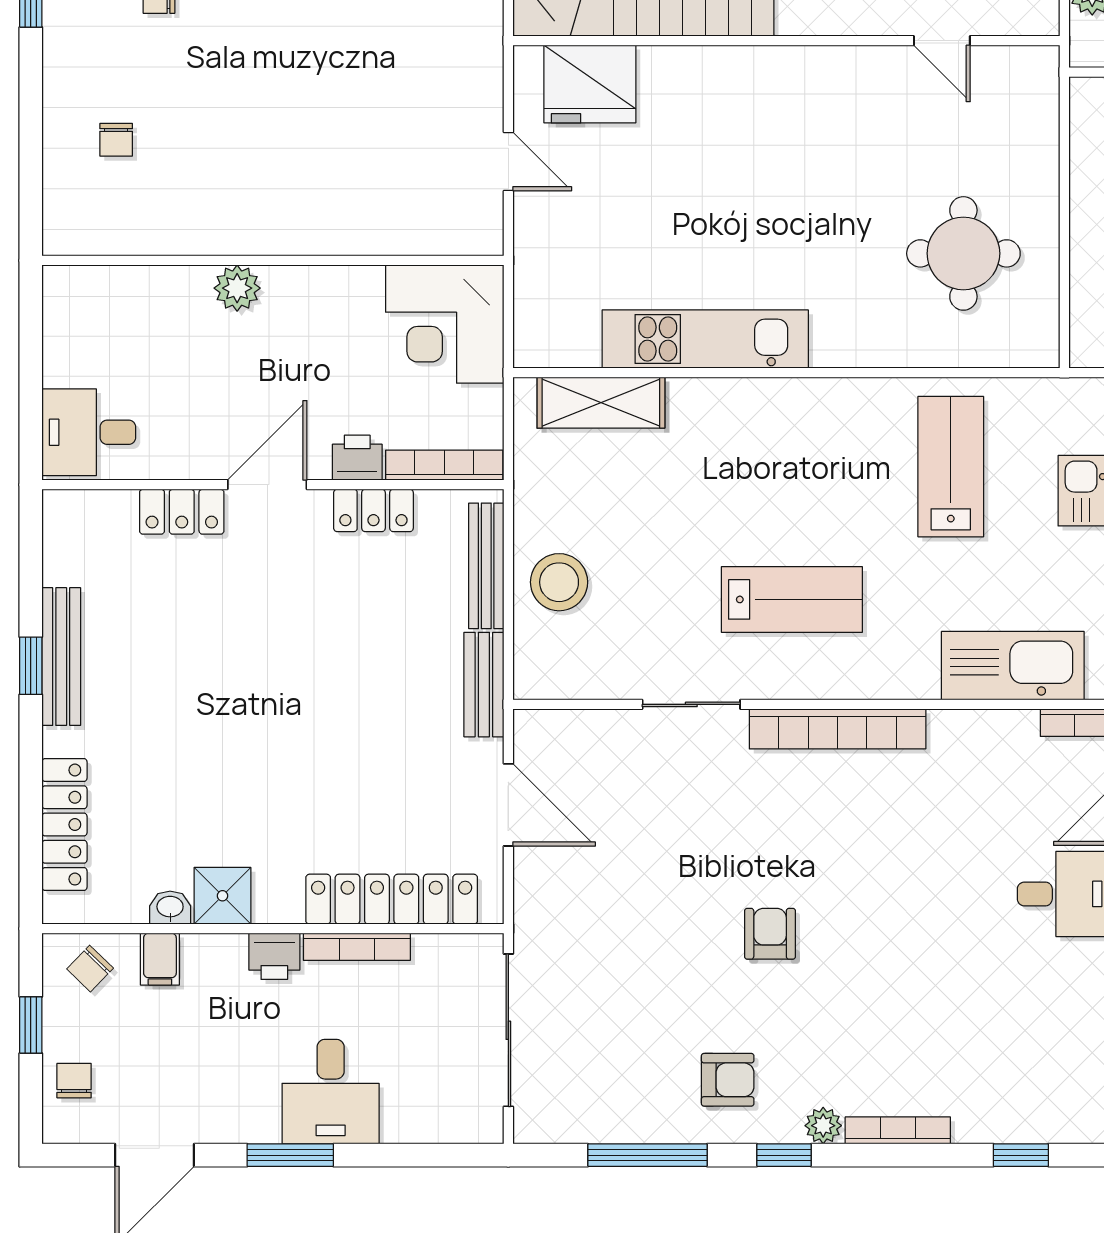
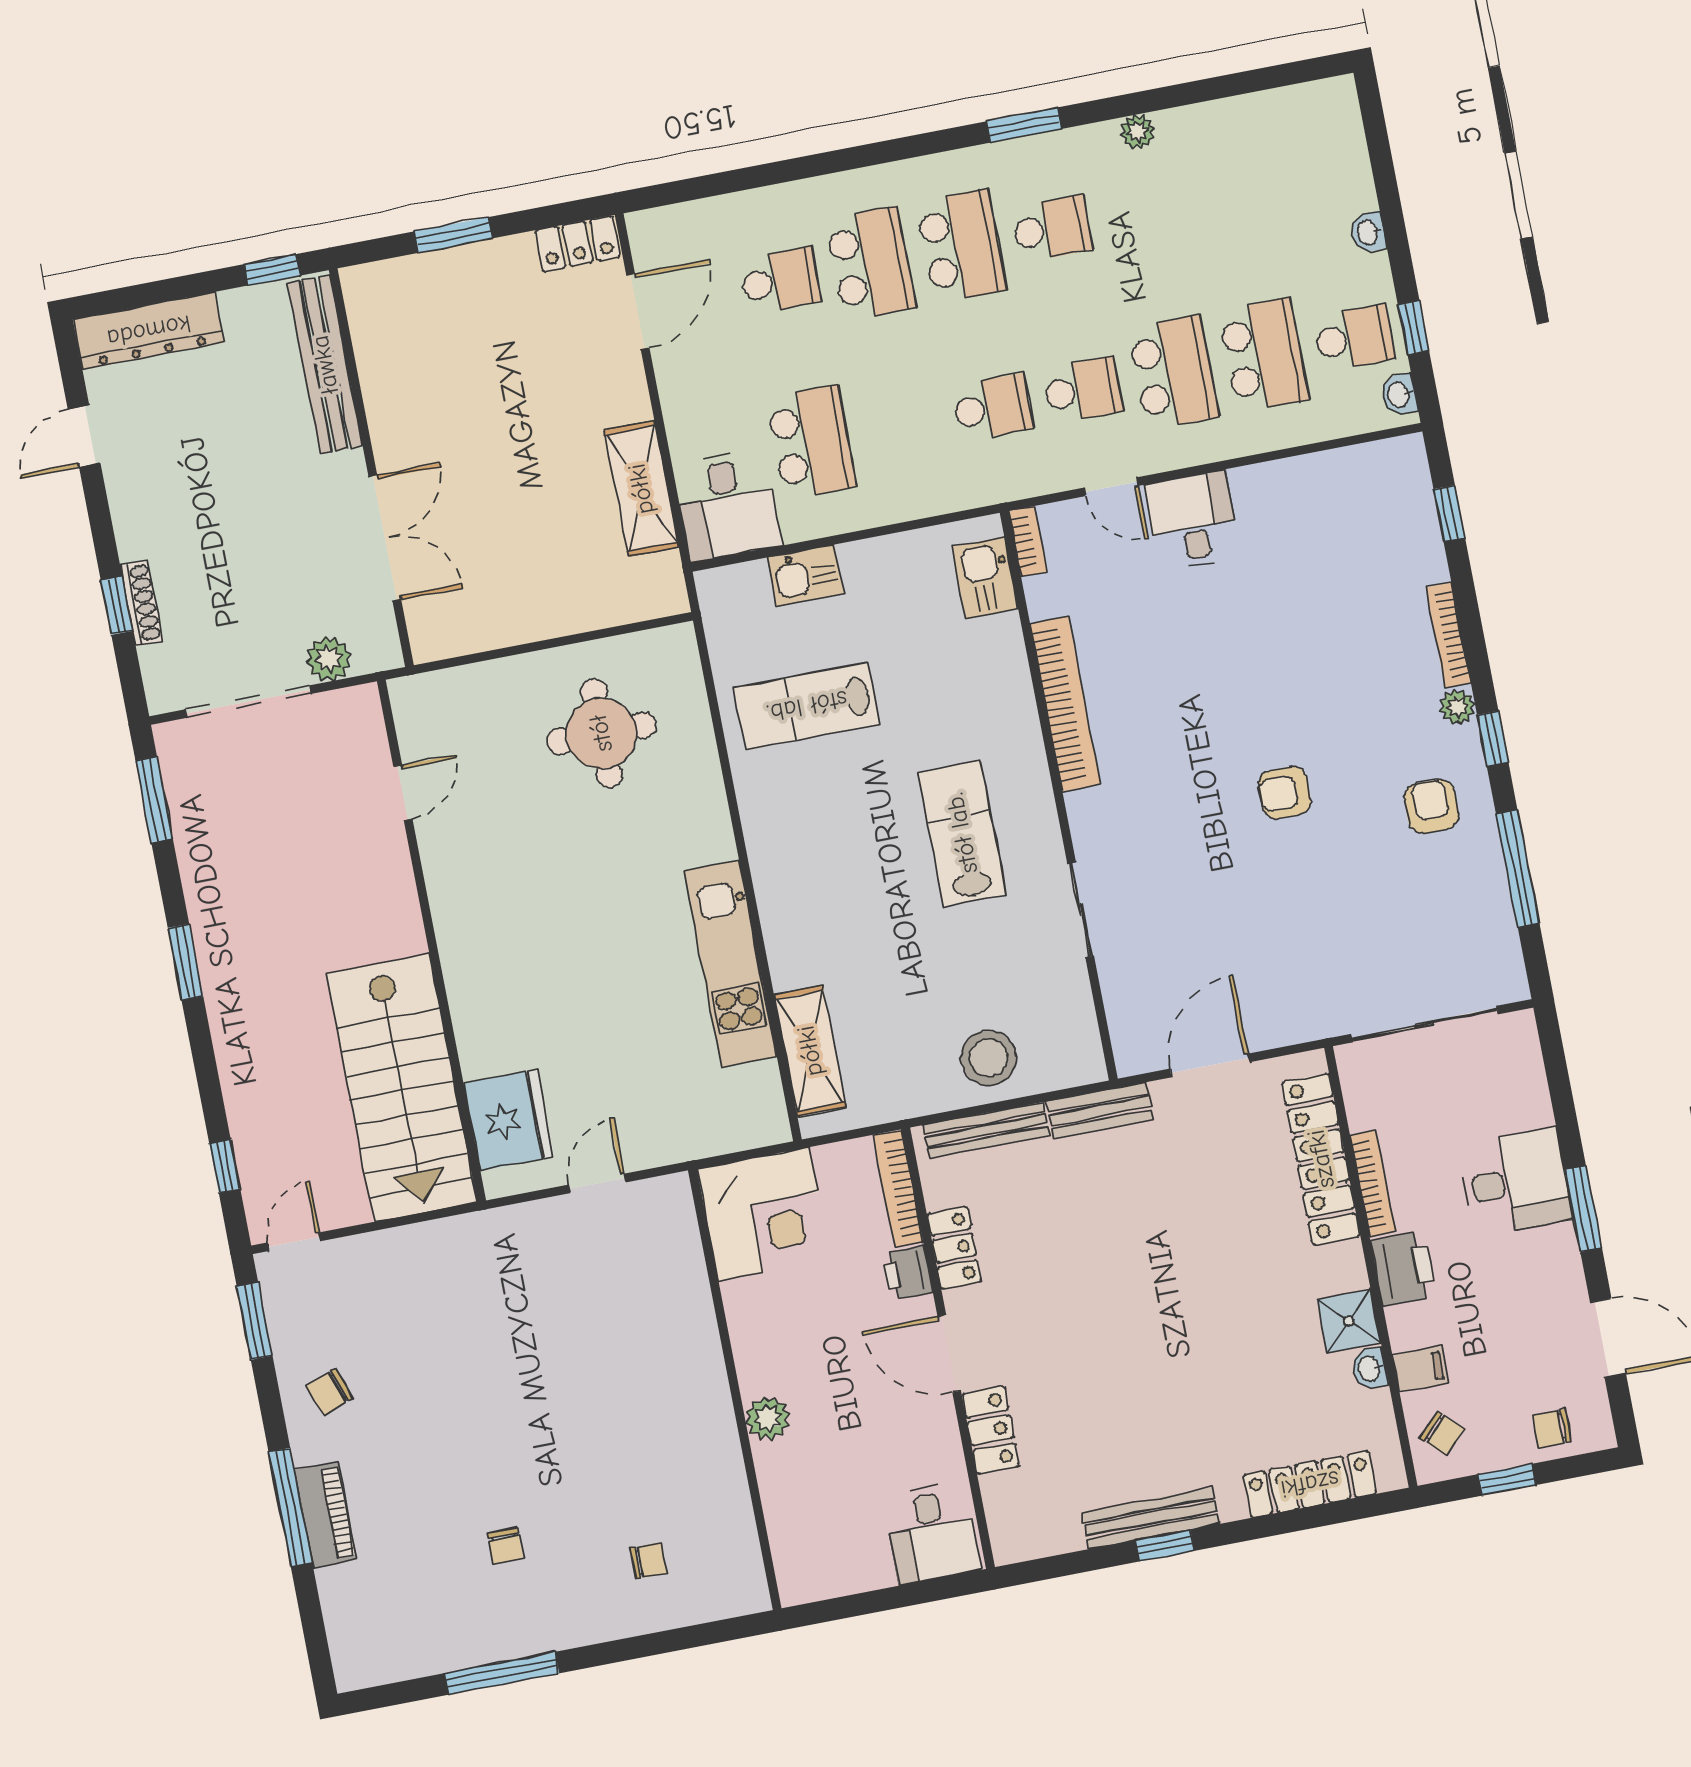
kitchen sink: (1013, 666) -> (985, 578), width x0.53, depth x0.81
bookcase: (838, 729) -> (1065, 704), moved
printer: (274, 956) -> (1404, 1268), width x1.36, depth x1.24

